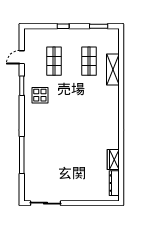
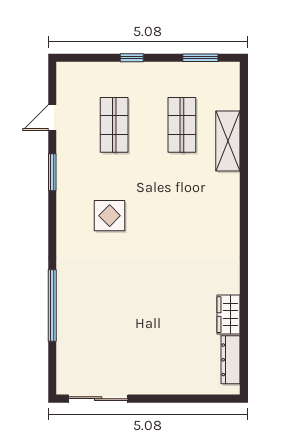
display table: (40, 95) -> (110, 216), moved

